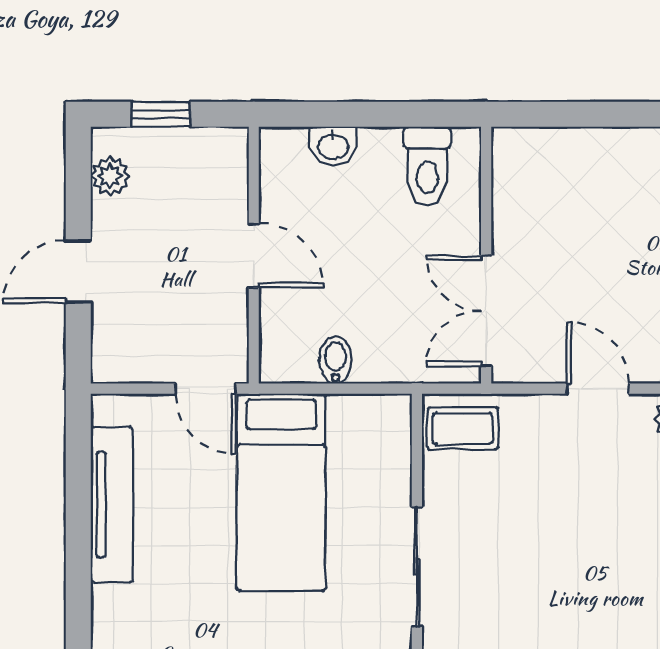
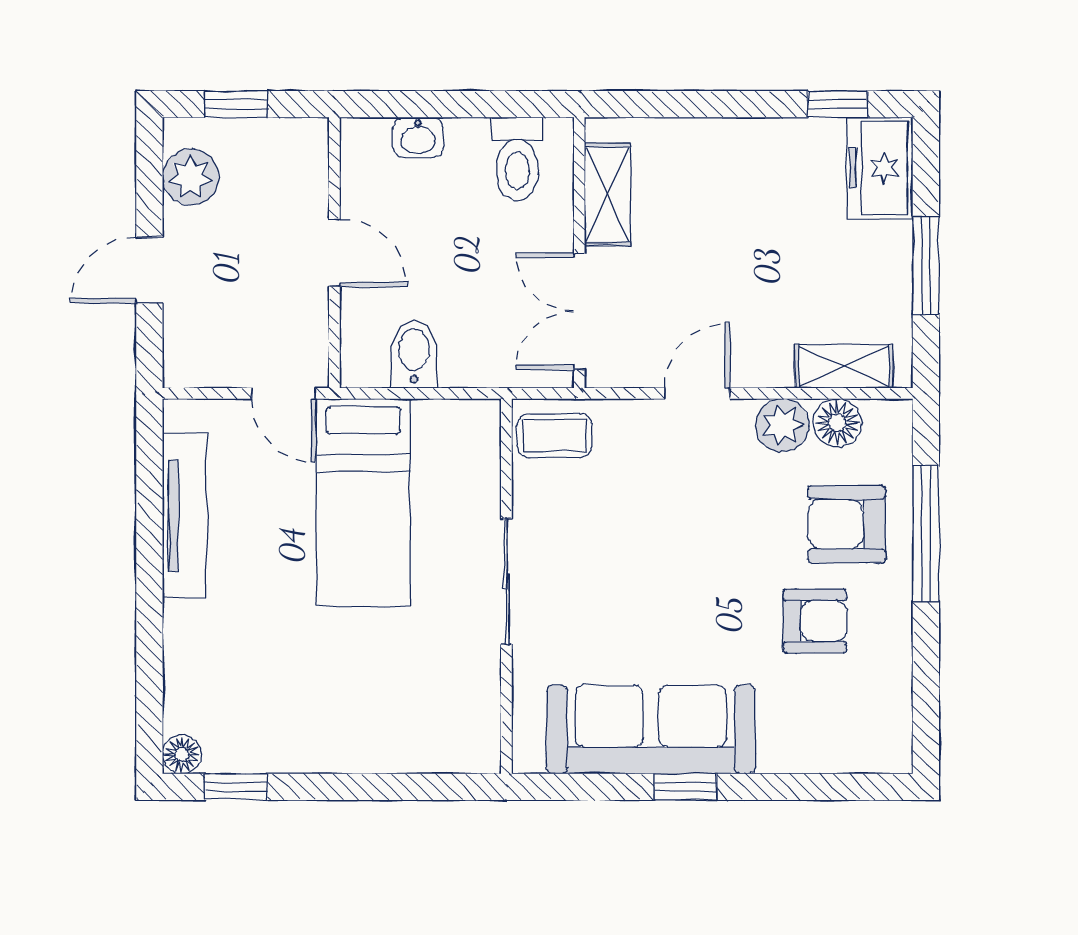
plant: (110, 176) -> (191, 177), width x1.38, depth x1.38
shelving: (513, 200) -> (607, 195), added
bidet: (335, 360) -> (414, 354), width x1.38, depth x1.36
door: (598, 389) -> (697, 393), hinge flipped

